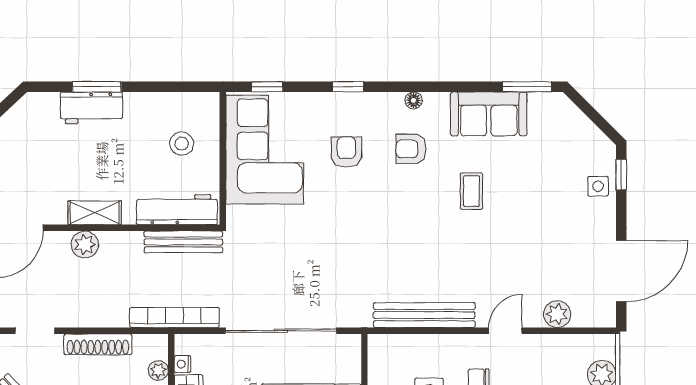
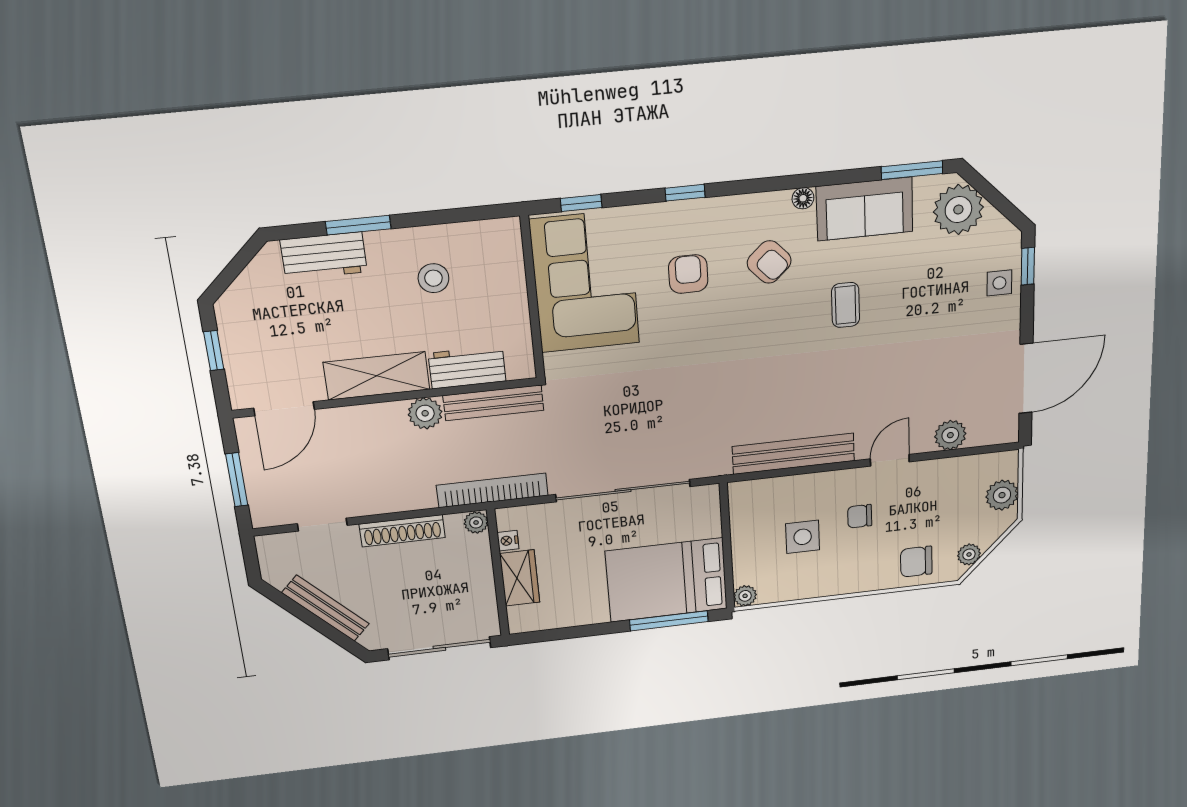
floor lamp: (414, 100) -> (803, 198), moved
workbench: (91, 108) -> (324, 256), moved
plant: (564, 122) -> (958, 210), added
stool: (182, 144) -> (433, 278), moved
armchair: (411, 149) -> (769, 262), turned -133
workbench: (177, 210) -> (467, 367), width x0.73
shelving: (95, 213) -> (377, 376), width x1.50, depth x1.33
plant: (85, 244) -> (425, 413), moved
plant: (158, 370) -> (476, 523), moved

